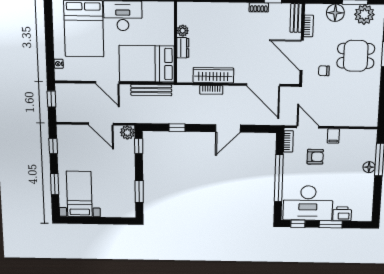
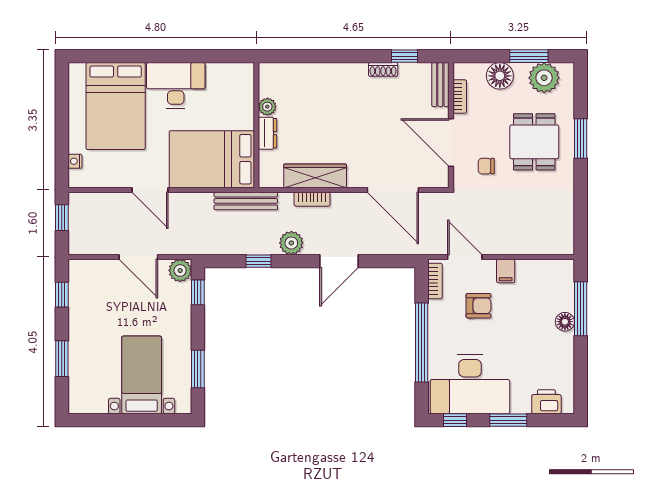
dining table: (356, 56) -> (534, 142), turned 90
bench: (151, 90) -> (246, 201), moved
plant: (198, 117) -> (291, 243), added
bed with nightstands: (79, 194) -> (142, 375), moved
printer: (342, 214) -> (546, 402), moved

